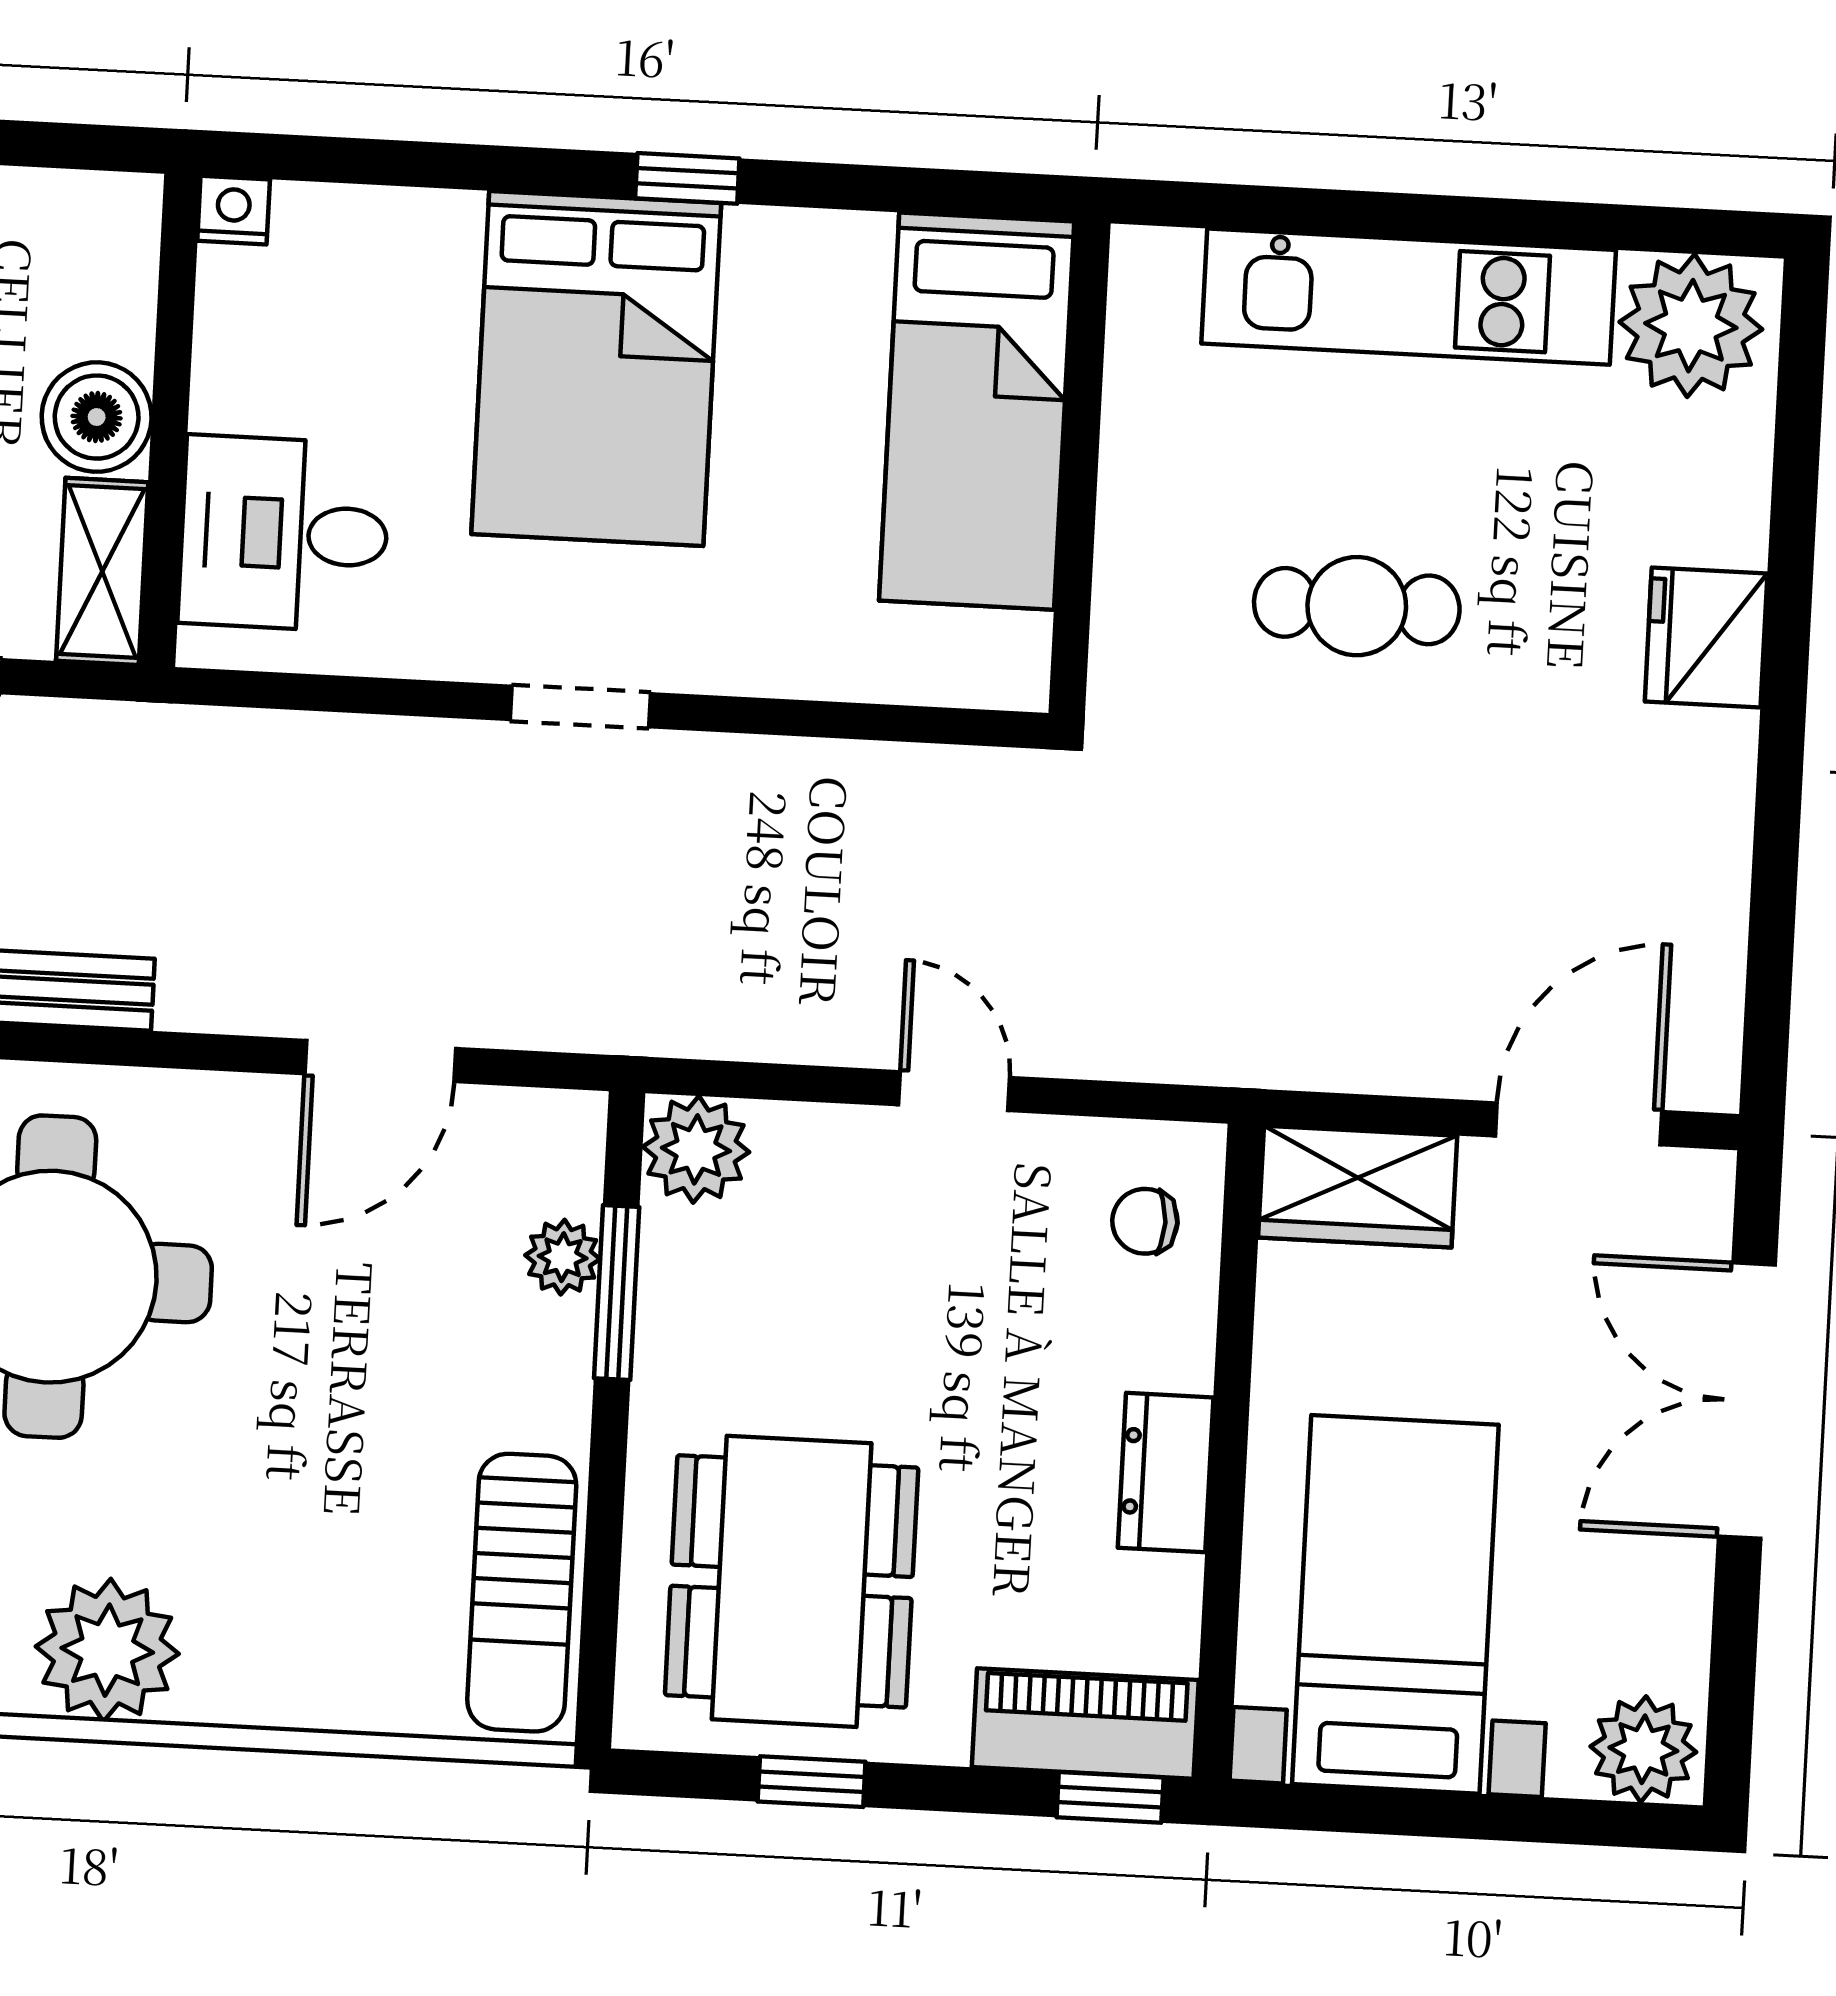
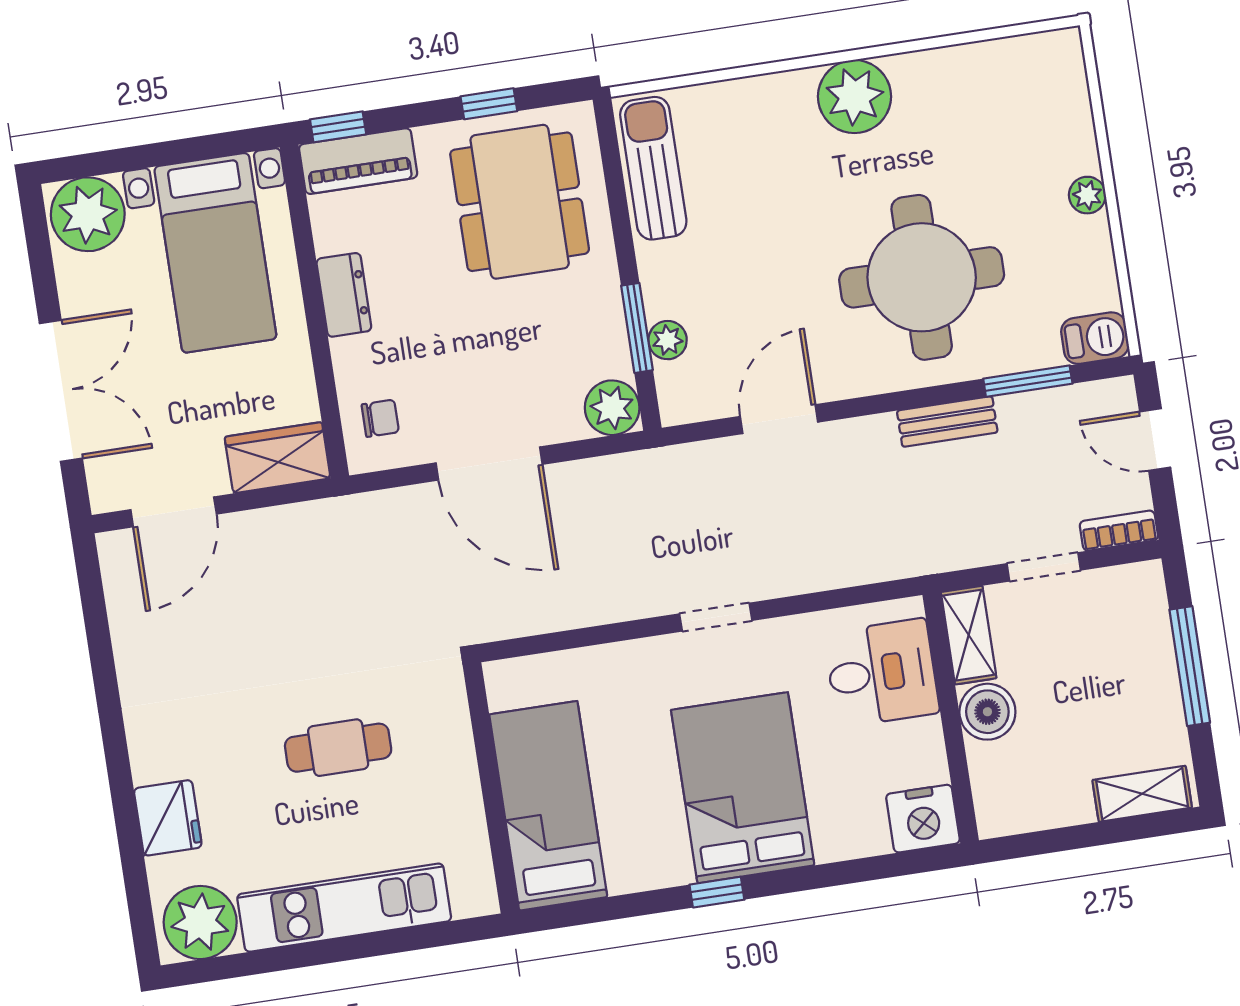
nightstand: (234, 210) -> (923, 819), width x1.89, depth x1.79
fridge: (1706, 638) -> (168, 818), moved
door: (954, 1091) -> (489, 464), width x1.87
plant: (1643, 1749) -> (88, 214), width x1.36, depth x1.36

